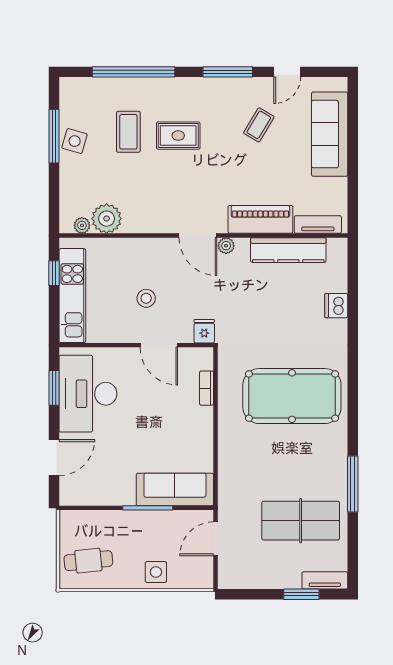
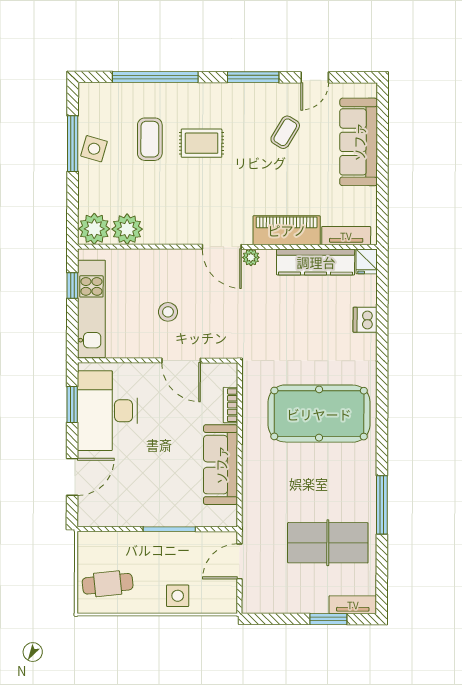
plant: (82, 225) -> (94, 229), width x1.88, depth x1.88
fridge: (204, 331) -> (367, 262), moved, turned 180
sofa: (175, 489) -> (221, 465), moved, turned -90

